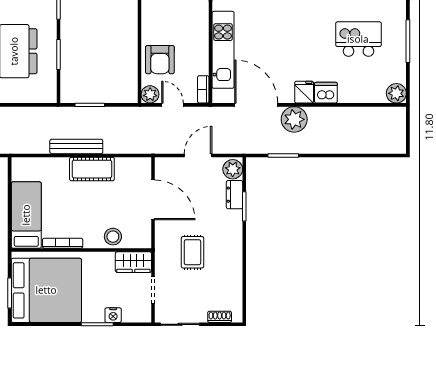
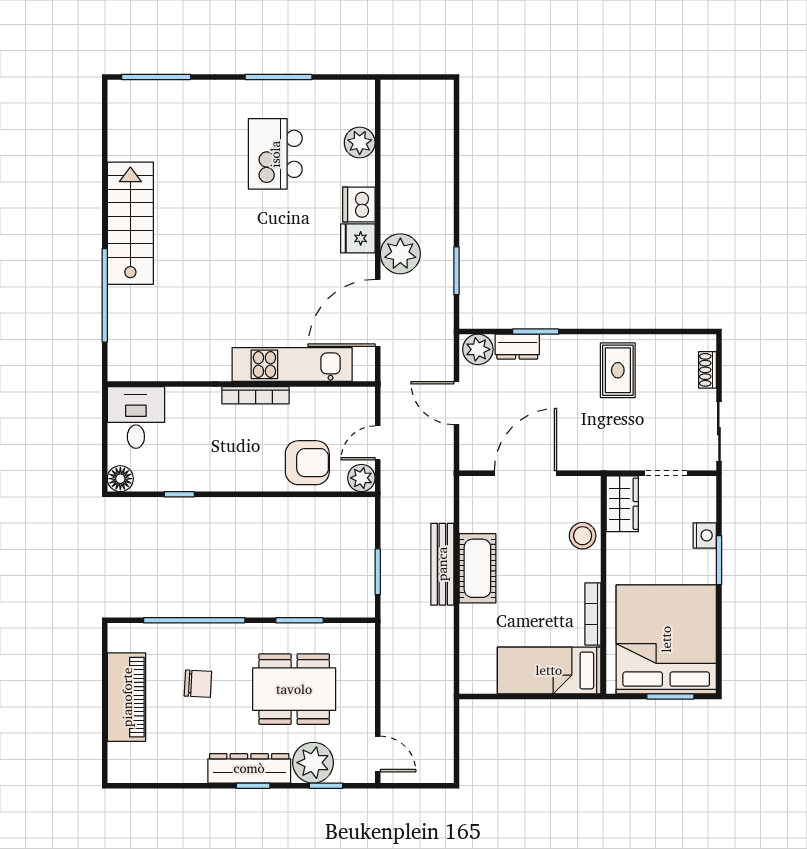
bookcase: (203, 89) -> (256, 395), moved, width x1.56
plant: (396, 93) -> (360, 143), moved
bench: (76, 146) -> (442, 564), moved
rug: (192, 252) -> (618, 370), moved, turned 90

